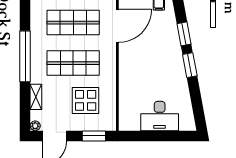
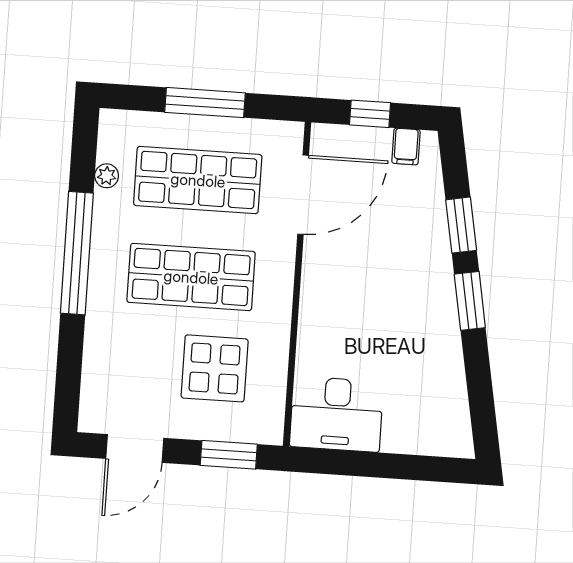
shelving: (36, 97) -> (96, 352), removed
desk: (160, 116) -> (336, 414), moved
plant: (35, 126) -> (107, 176), moved

